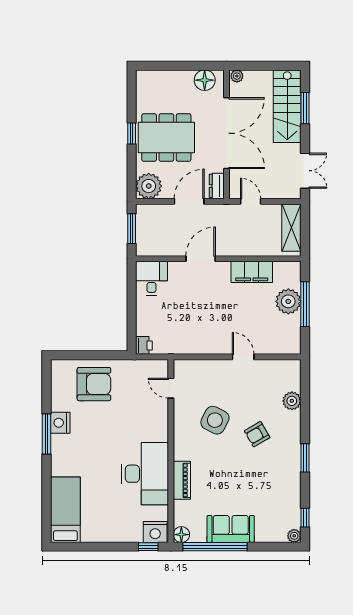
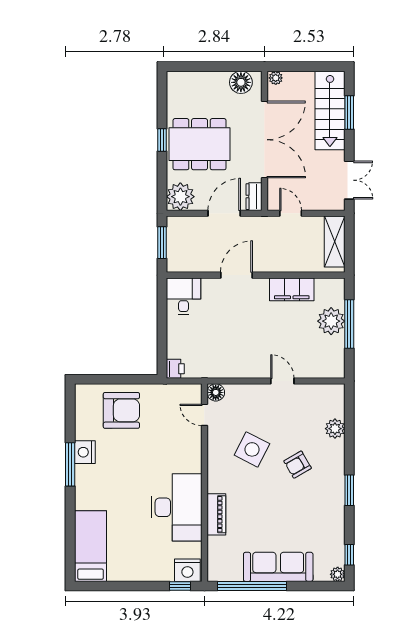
sofa: (231, 529) -> (278, 567), width x1.36
floor lamp: (181, 535) -> (216, 392), moved

